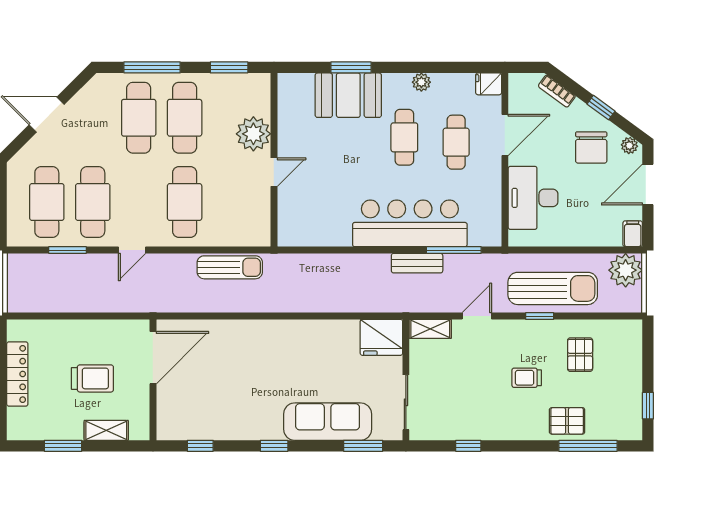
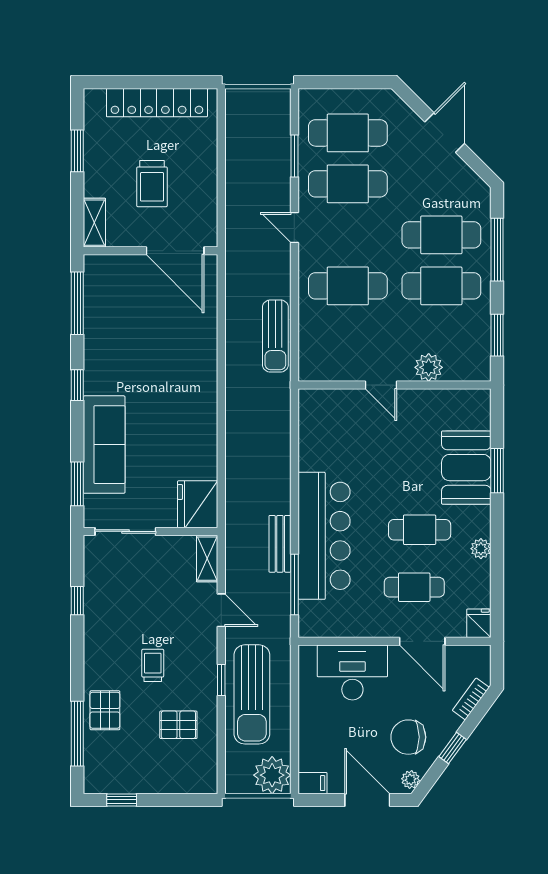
plant: (253, 134) -> (429, 367), width x0.73, depth x0.73
locker: (17, 374) -> (157, 103), width x1.41, depth x1.21
shelving: (106, 430) -> (94, 223), moved
window: (200, 446) -> (77, 303), width x2.17

